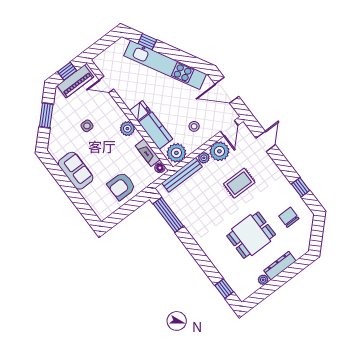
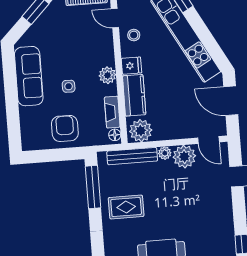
side table: (87, 126) -> (69, 86), moved
stool: (194, 126) -> (134, 35), moved
door: (229, 128) -> (209, 140), hinge flipped
sofa: (76, 171) -> (29, 76), width x1.36
rug: (239, 183) -> (126, 207), moved
armchair: (121, 186) -> (65, 128), turned 90

